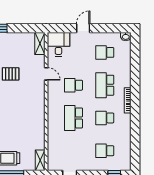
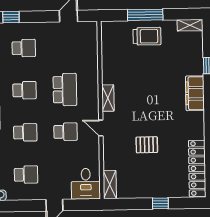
door: (46, 74) -> (101, 128), moved
school desk: (105, 85) -> (25, 132), width x0.54
shelving: (40, 160) -> (108, 98), moved

